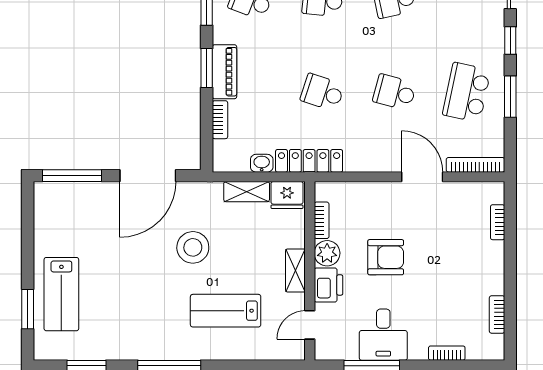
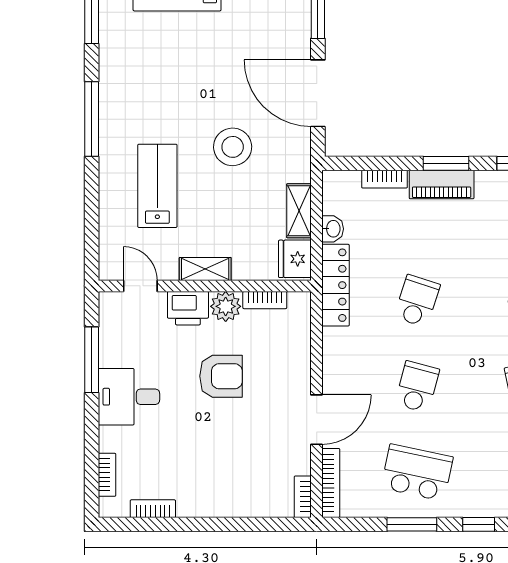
bookcase: (498, 222) -> (303, 497), moved, turned -90
armchair: (386, 257) -> (221, 376), turned -90
desk: (383, 335) -> (129, 397), moved
bookcase: (447, 353) -> (107, 475), moved

